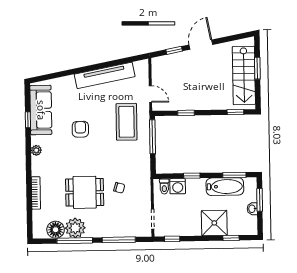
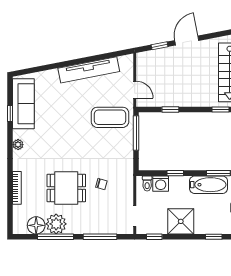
coffee table: (127, 122) -> (110, 117), turned 90
armchair: (80, 129) -> (63, 124), removed
shower: (214, 223) -> (181, 221), moved

